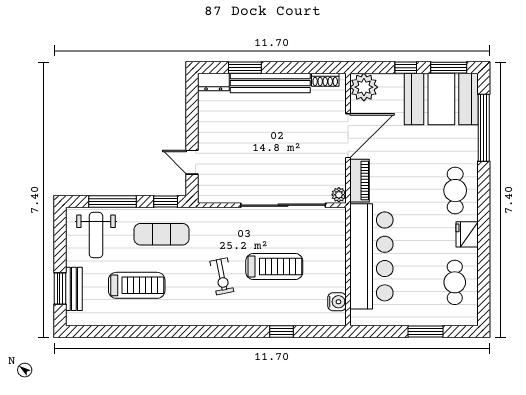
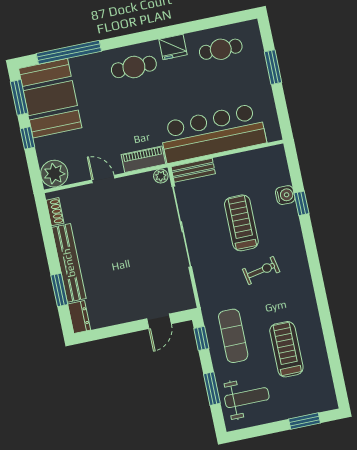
door: (348, 136) -> (103, 179), width x0.53
window: (112, 201) -> (212, 389), width x0.69
bench: (74, 289) -> (193, 170), moved
water cooler: (337, 302) -> (285, 195), moved, turned 90

